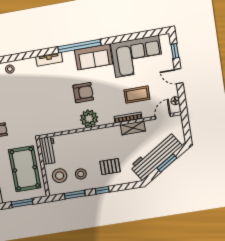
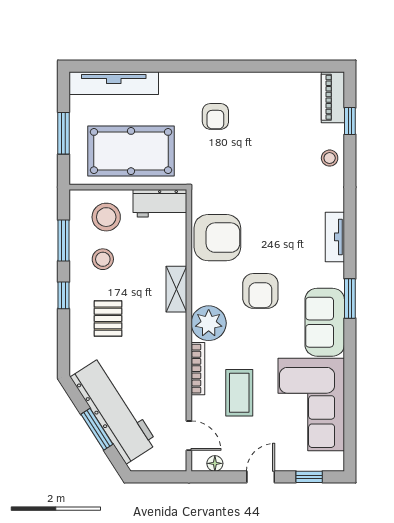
window: (79, 46) -> (350, 299), width x0.47
armchair: (60, 119) -> (217, 238), added
plant: (89, 119) -> (209, 323), moved
shelving: (133, 128) -> (176, 289), moved

